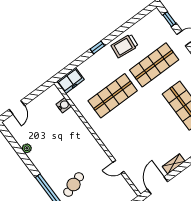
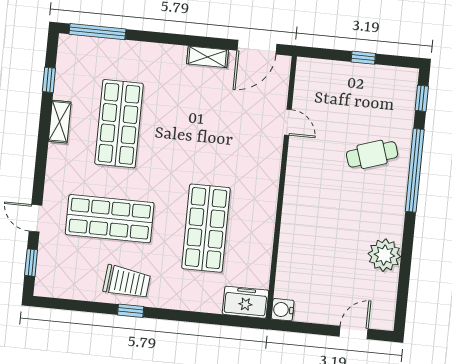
window: (97, 47) -> (131, 311), moved
shop shelf: (113, 96) -> (206, 228), turned 90
water cooler: (64, 105) -> (283, 310), moved
plant: (27, 148) -> (384, 255), width x1.88, depth x1.88

